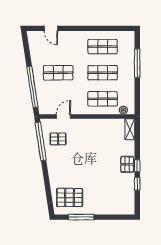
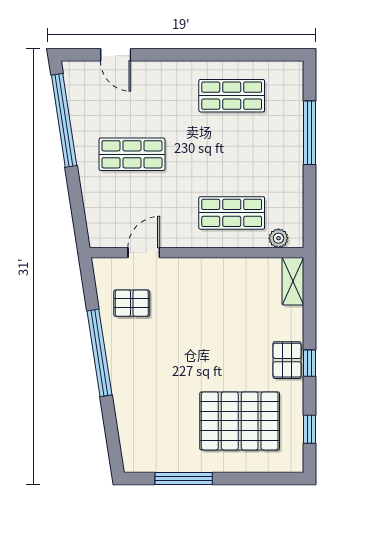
shop shelf: (103, 73) -> (232, 154), removed
window: (32, 87) -> (64, 120), moved
window: (41, 141) -> (99, 353), moved
window: (137, 184) -> (309, 429), moved
pallet: (70, 198) -> (240, 421), moved, width x1.37, depth x1.41

